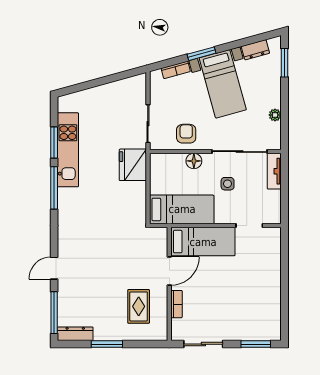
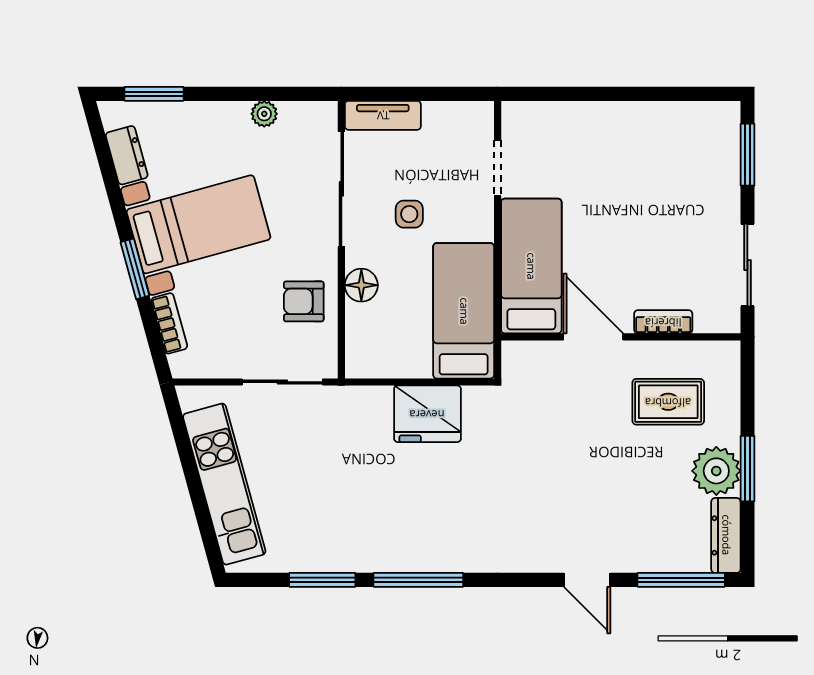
kitchen unit: (68, 150) -> (224, 484), moved, turned 75
fridge: (133, 165) -> (427, 414), moved
plant: (106, 329) -> (716, 471), added

